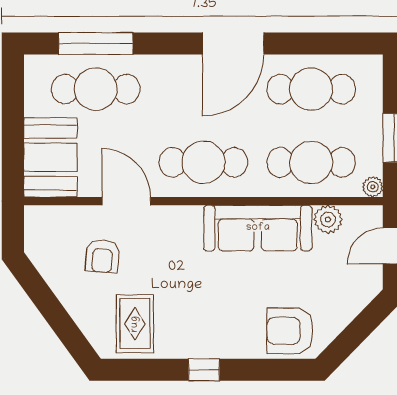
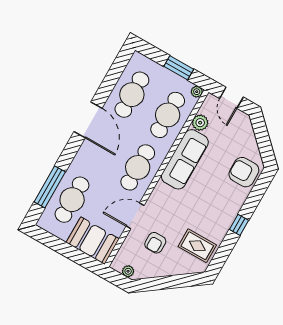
plant: (34, 239) -> (128, 271), added
armchair: (102, 256) -> (155, 243), turned 85
armchair: (290, 331) -> (244, 172), turned 90

